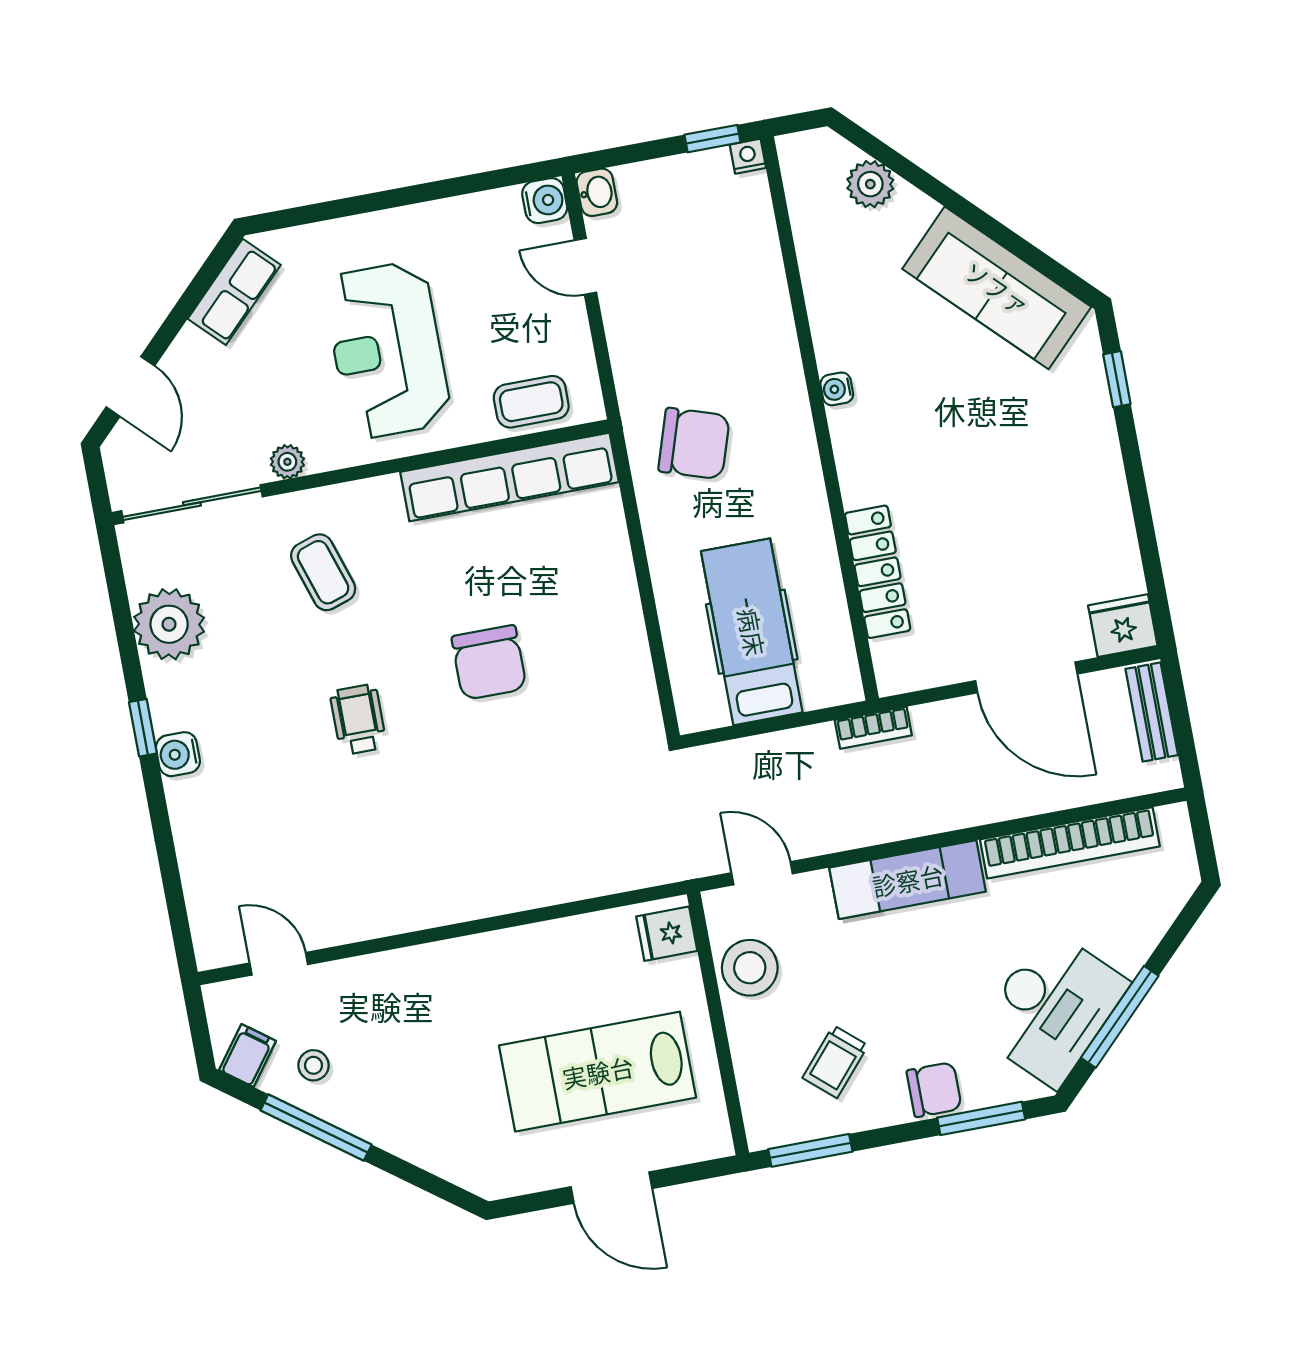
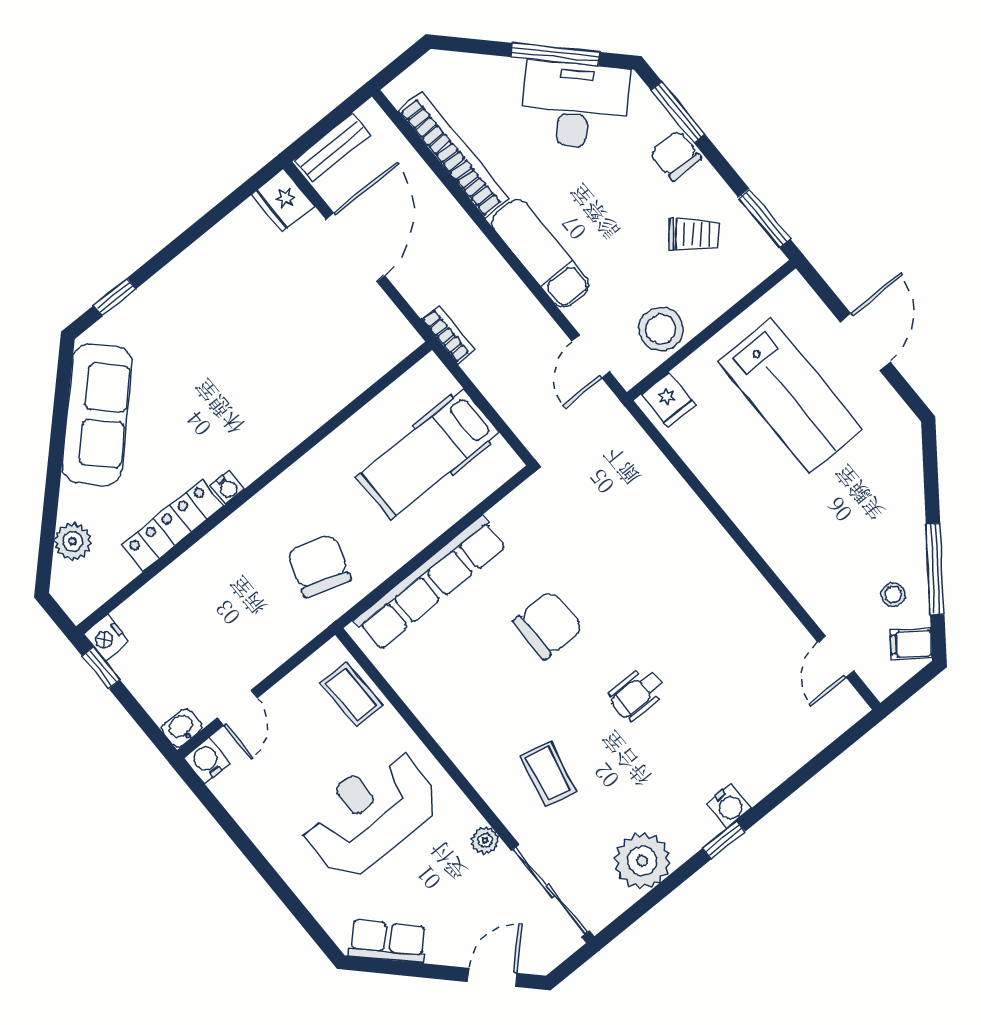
nightstand: (748, 156) -> (106, 638), width x1.39, depth x1.35
reception desk: (387, 350) -> (370, 813), turned 180
row of seats: (509, 477) -> (431, 583), moved, turned 90
coffee table: (323, 572) -> (548, 774), turned -59
locker: (878, 572) -> (172, 526), moved

